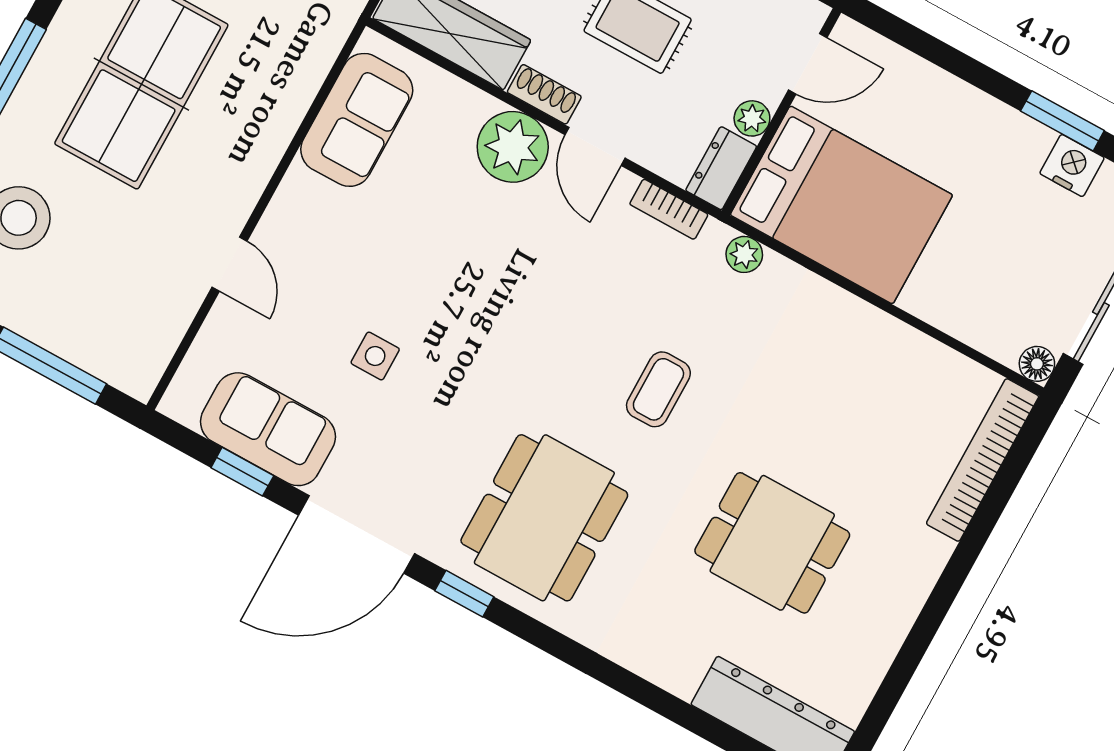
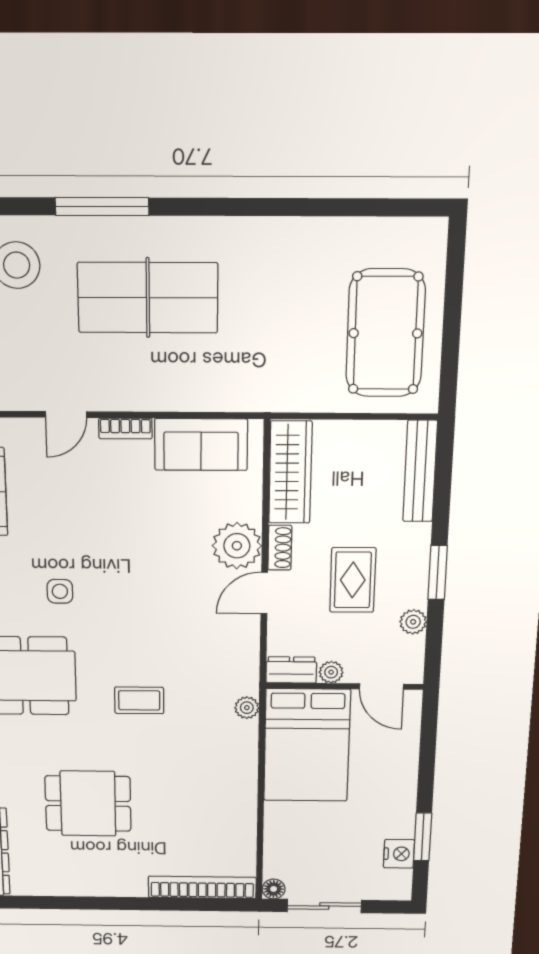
bookcase: (669, 209) -> (125, 429), moved, turned -90
side table: (375, 356) -> (60, 591), moved
dining table: (772, 543) -> (88, 804), turned 90

